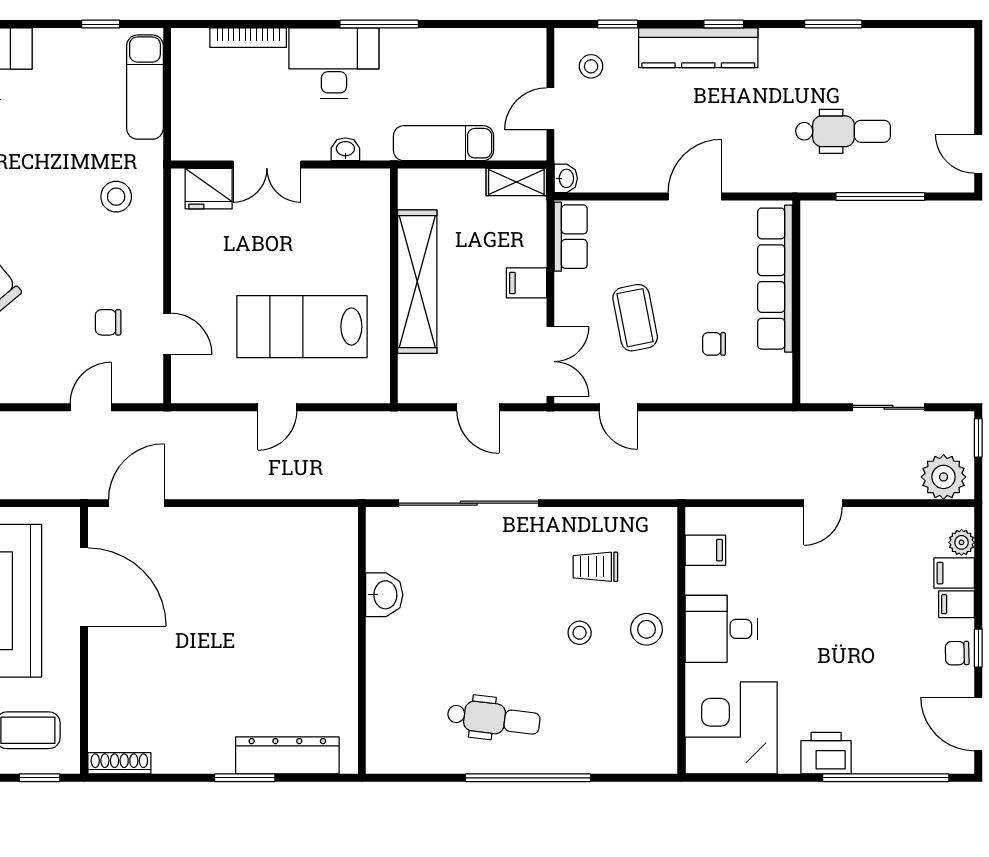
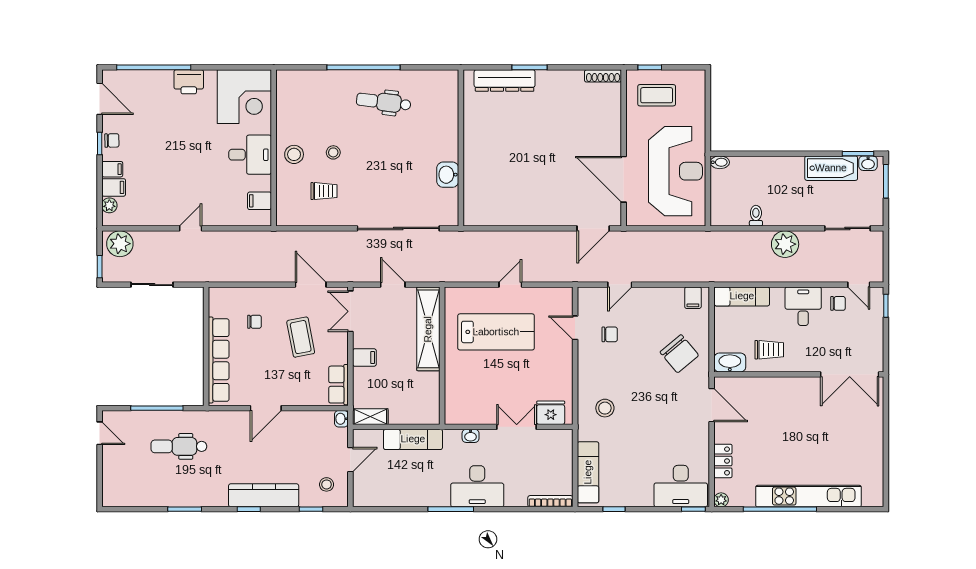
bookcase: (248, 38) -> (550, 501), moved
shelving: (417, 282) -> (428, 329), moved
door: (618, 407) -> (311, 285), width x1.38

